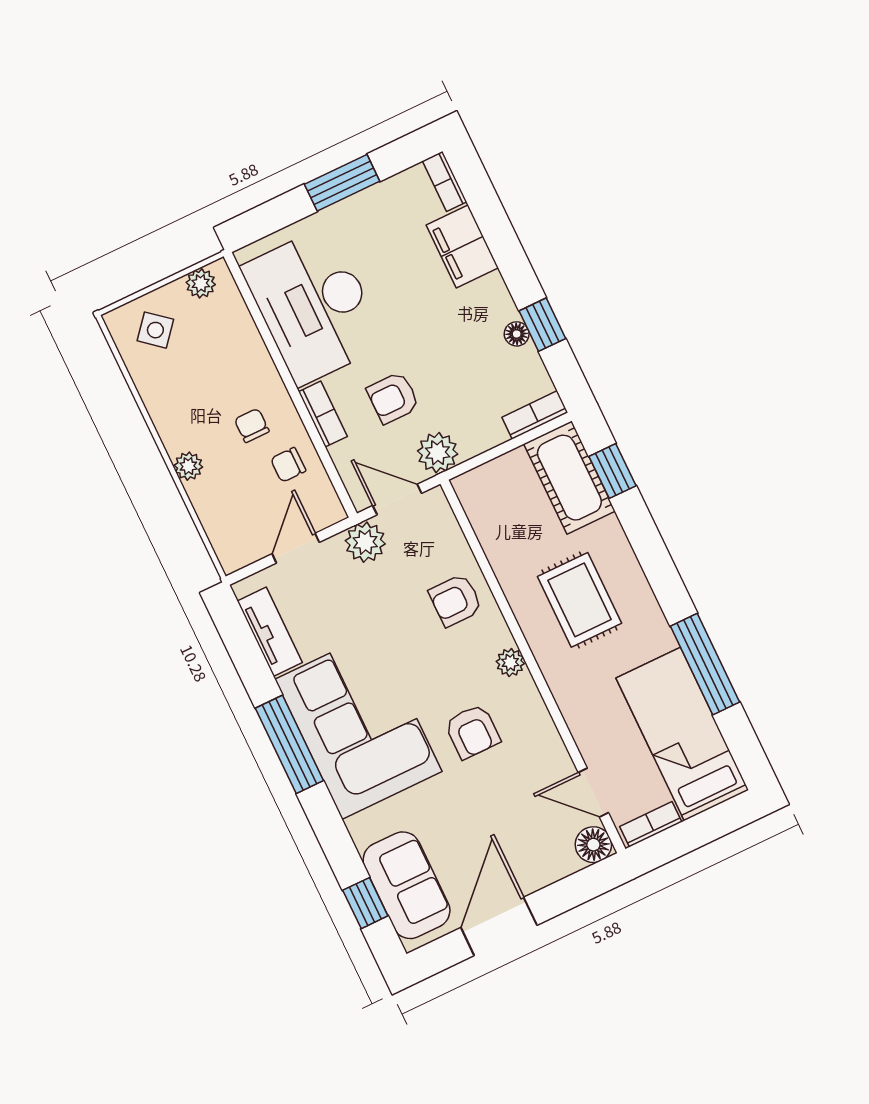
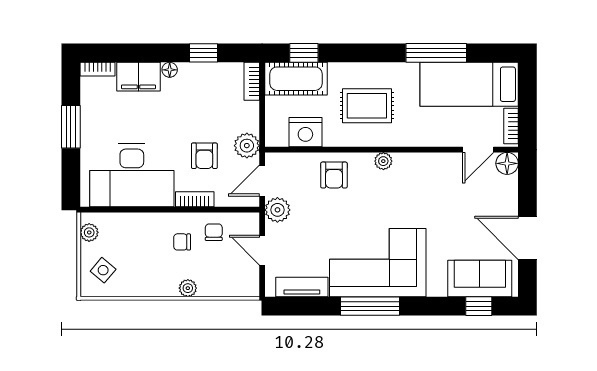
floor lamp: (517, 334) -> (170, 70), moved
chair: (288, 465) -> (214, 232), turned 180
nightstand: (498, 529) -> (305, 132), added
armchair: (472, 732) -> (412, 201), removed

